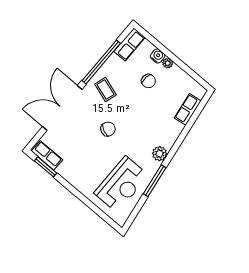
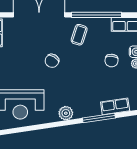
chair: (108, 129) -> (52, 61), turned 99
window: (155, 181) -> (99, 118), moved

